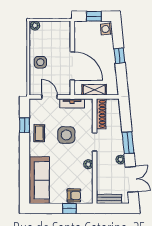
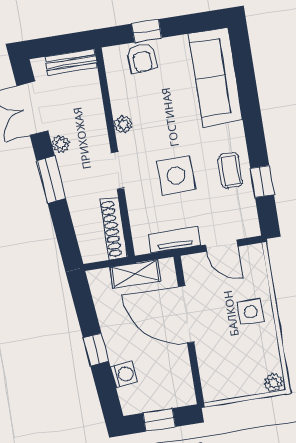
washing machine: (106, 29) -> (124, 374), moved
armchair: (74, 195) -> (142, 58), turned -93

